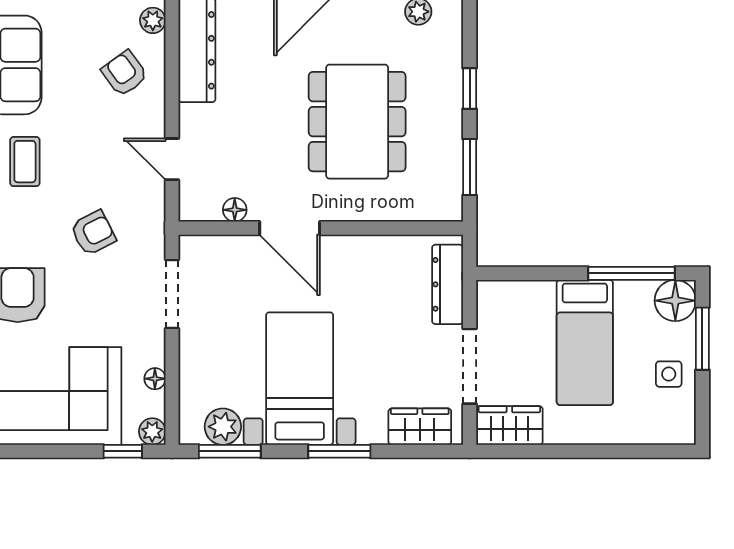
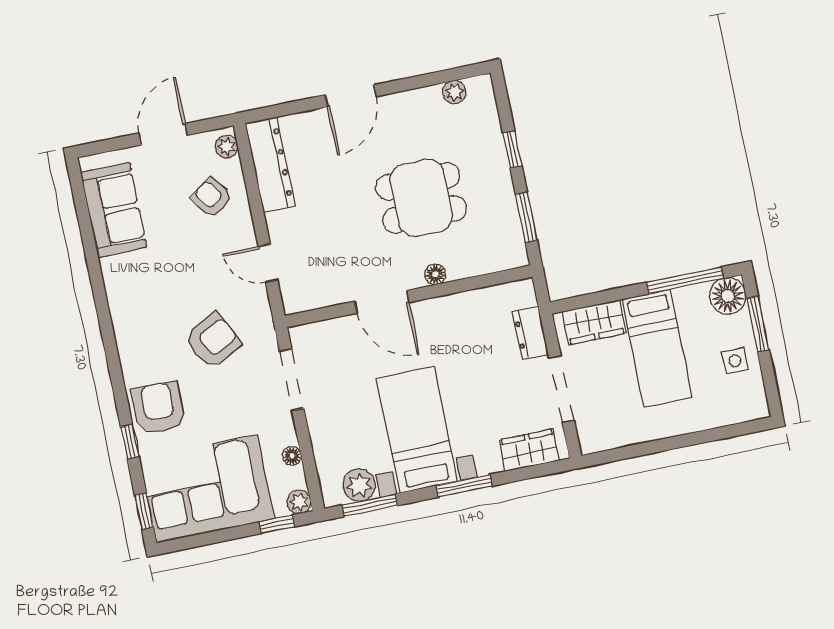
dining table: (357, 122) -> (421, 198), width x0.73
coffee table: (25, 162) -> (141, 291), removed
floor lamp: (235, 210) -> (435, 274), moved
armchair: (93, 233) -> (213, 341), width x1.38, depth x1.38
dresser: (448, 284) -> (530, 333), width x0.70
wardrobe: (509, 425) -> (594, 322), moved, turned 180

